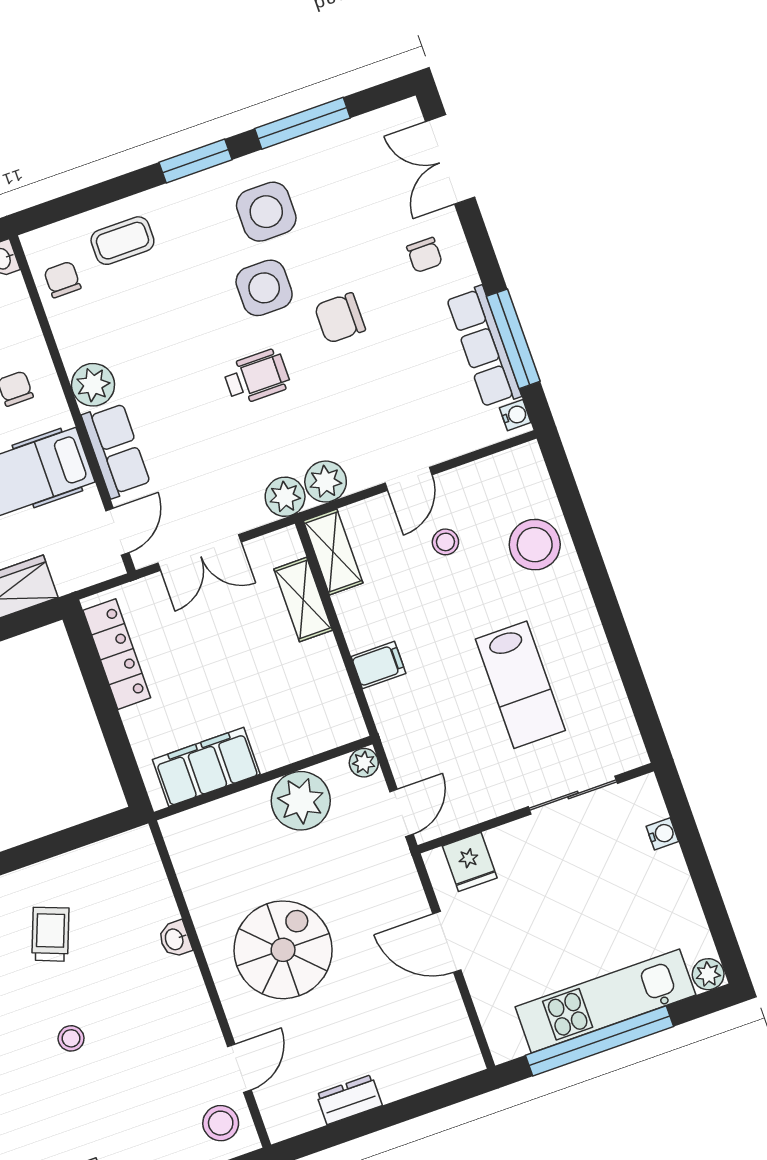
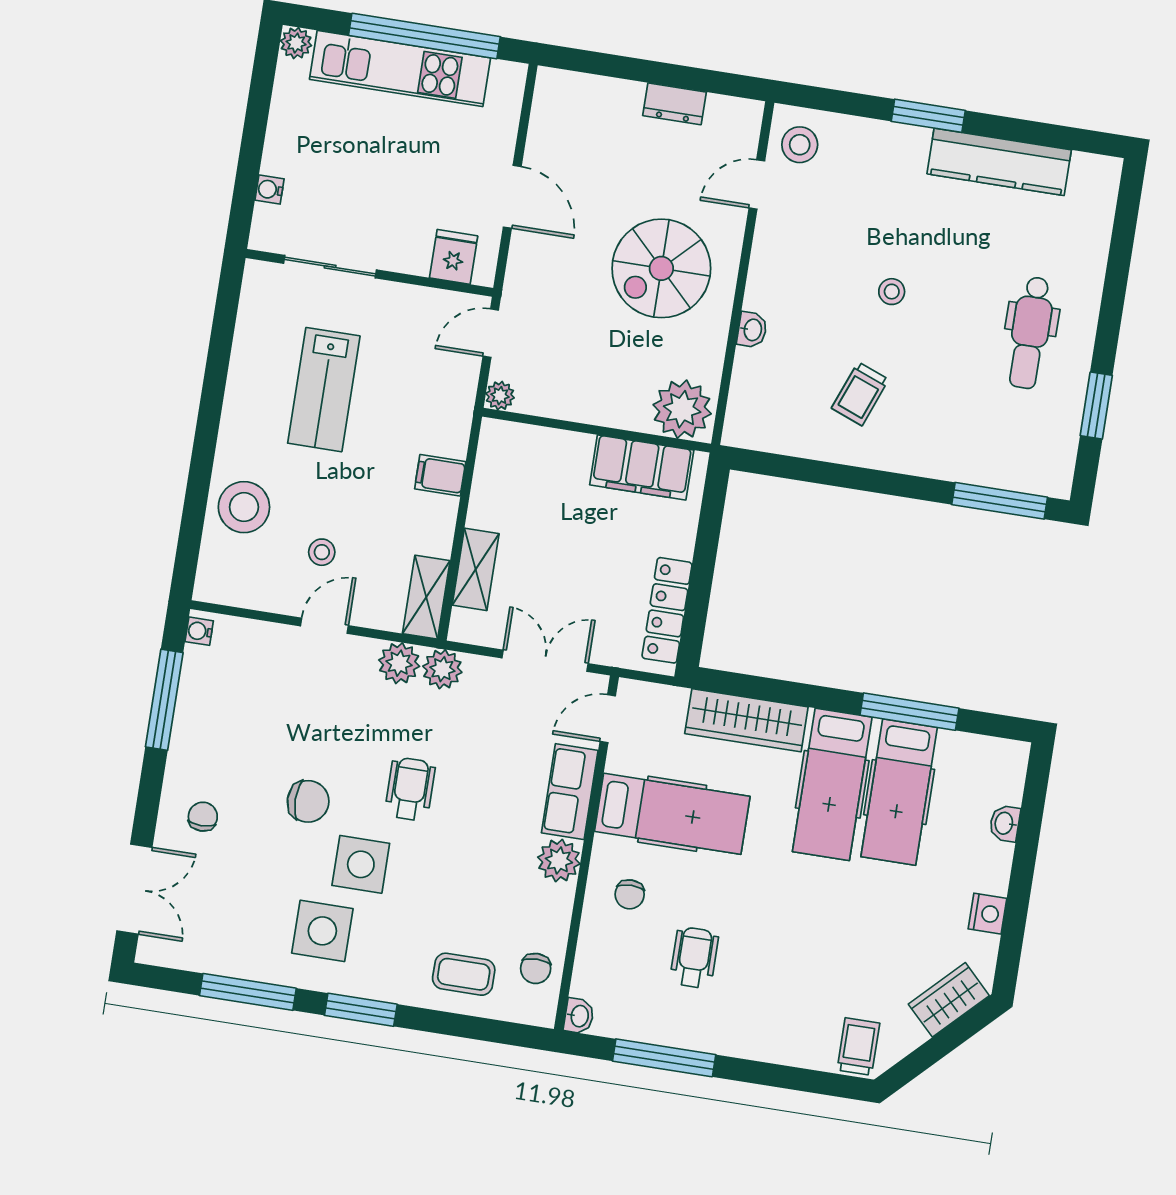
row of seats: (484, 347) -> (194, 707), removed
wheelchair: (257, 377) -> (410, 789), turned 90
lab bench: (520, 685) -> (324, 390), turned 180
plant: (301, 801) -> (682, 409), moved

